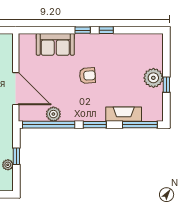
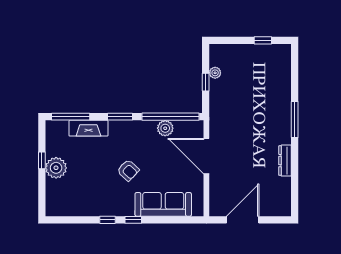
sofa: (55, 44) -> (163, 204), width x1.36
armchair: (87, 76) -> (128, 170), turned -133

